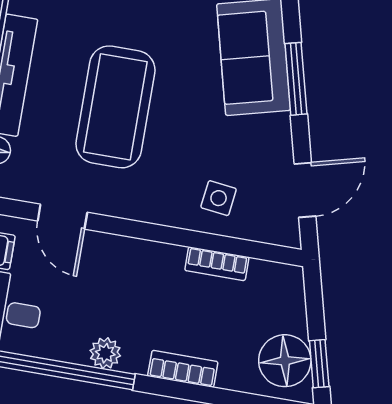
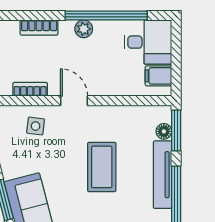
coffee table: (115, 107) -> (102, 167), width x0.73, depth x0.76
door: (62, 217) -> (74, 101), moved

